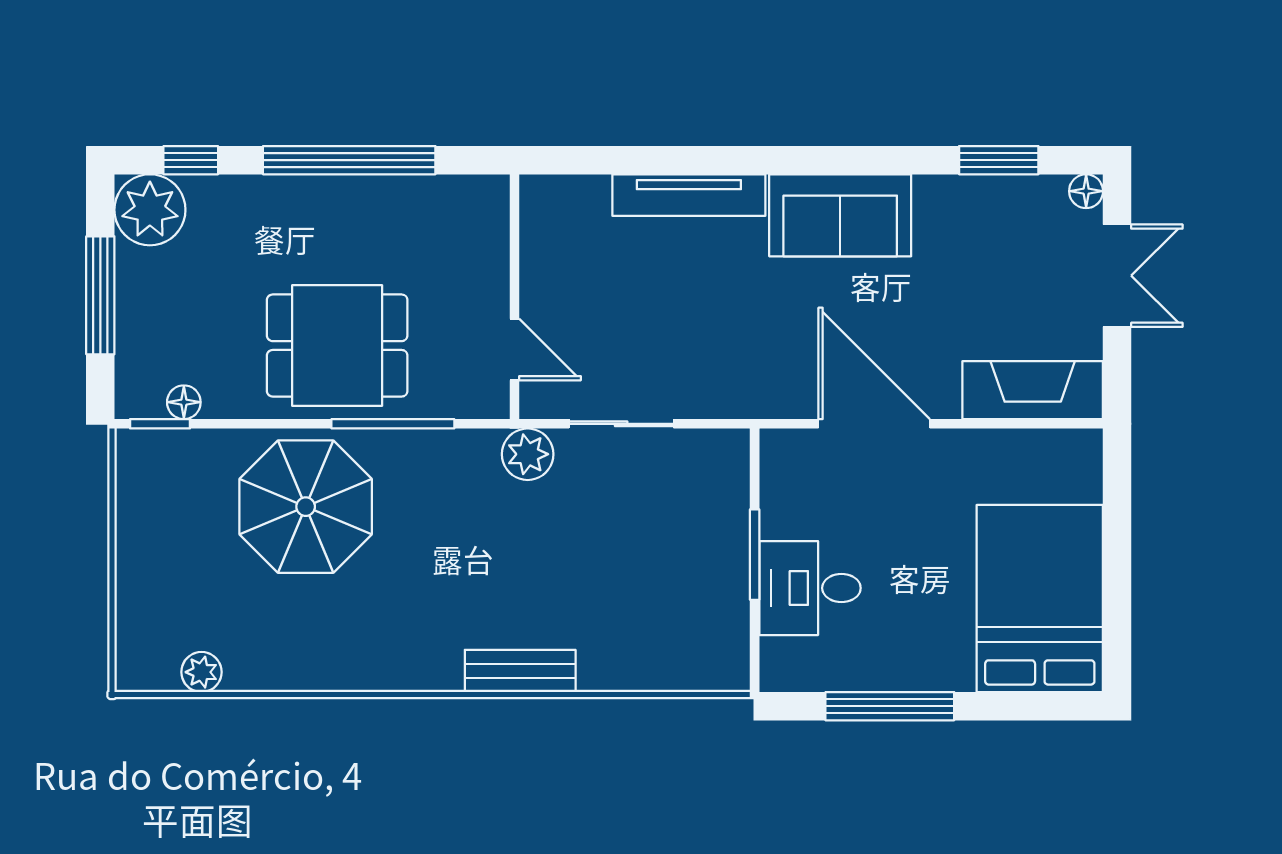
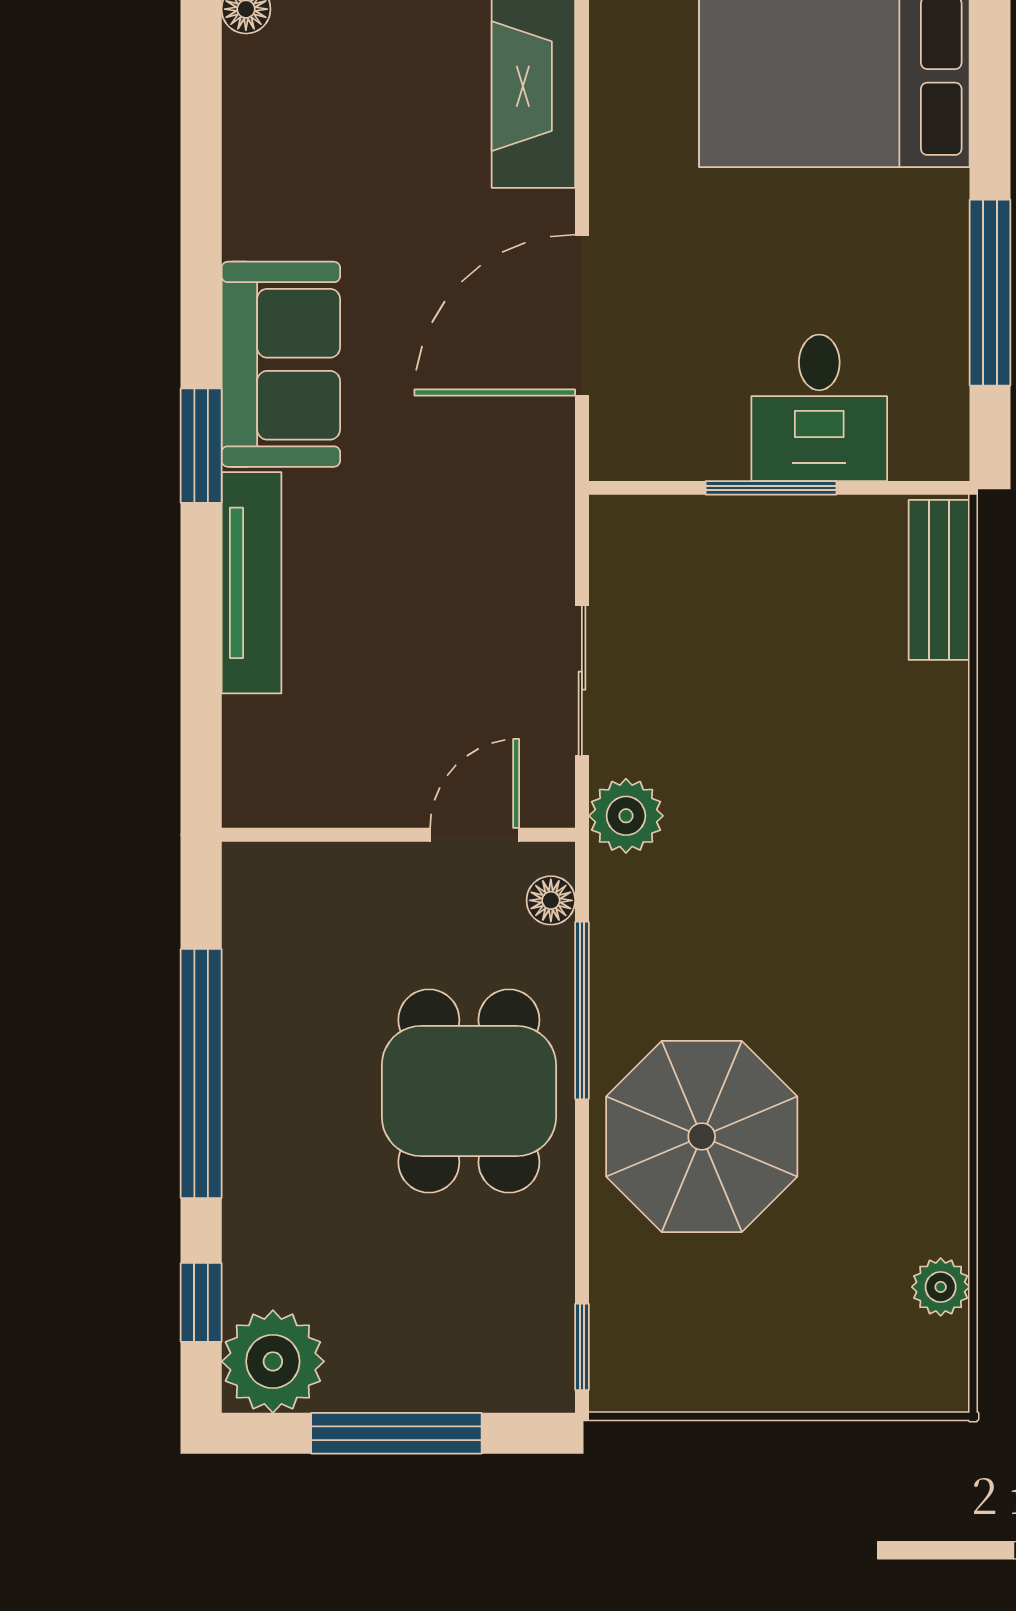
window: (999, 160) -> (201, 446), moved
floor lamp: (184, 402) -> (551, 900), moved
bench: (520, 671) -> (939, 580), moved

